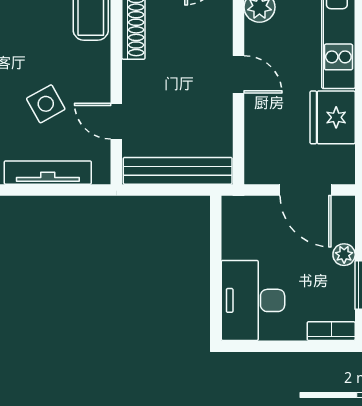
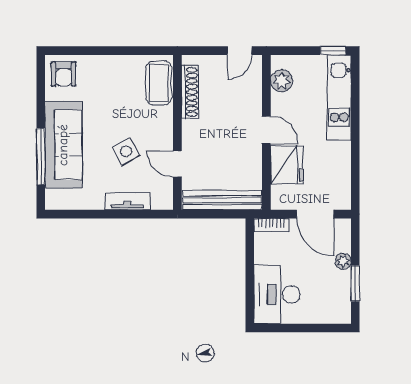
fridge: (333, 117) -> (287, 165), moved, turned 180
tv unit: (48, 173) -> (127, 201), width x0.71
bookcase: (331, 331) -> (271, 225), moved, turned 180

